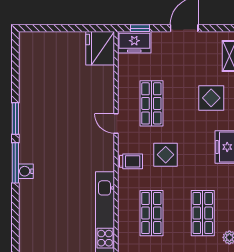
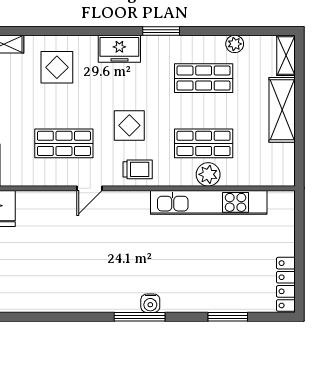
window: (15, 118) -> (228, 317), moved
trolley: (131, 161) -> (138, 169), turned 90
plant: (127, 217) -> (208, 174), added

